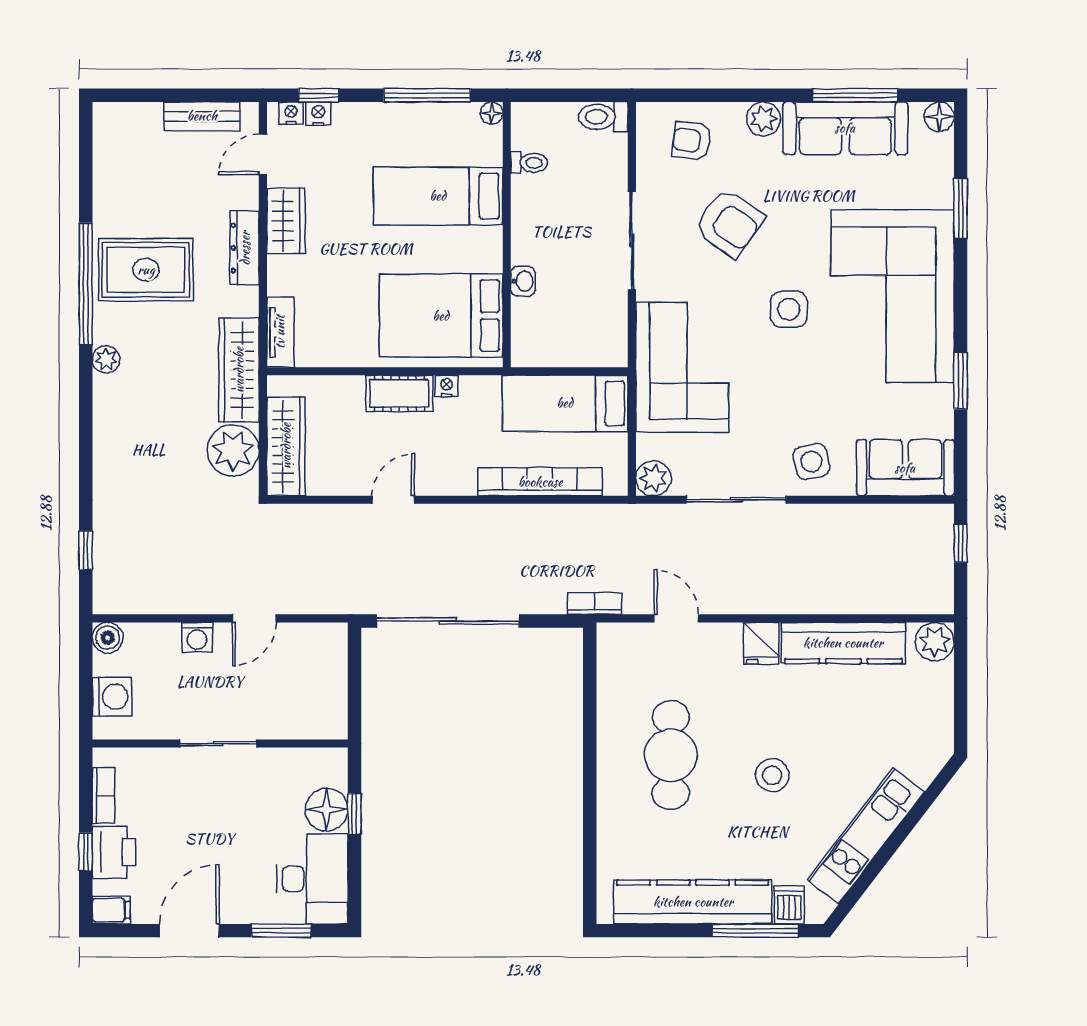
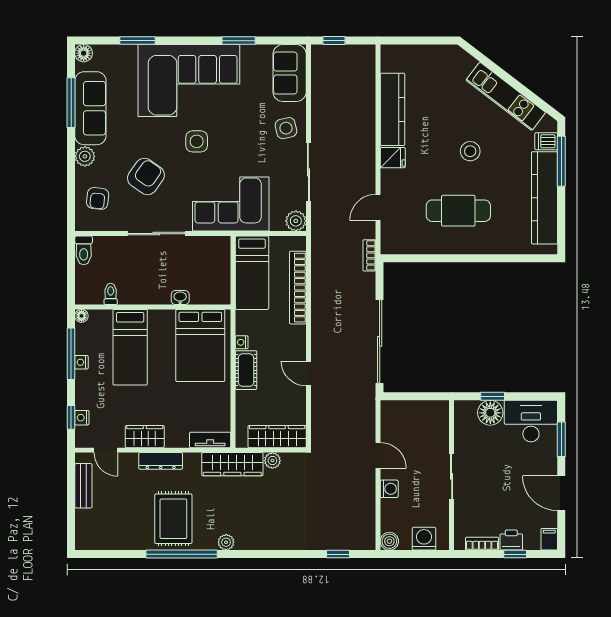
nightstand: (291, 113) -> (81, 362), moved
plant: (233, 450) -> (272, 461), width x0.53, depth x0.53
plant: (935, 642) -> (392, 56), removed
printer: (114, 852) -> (511, 540), width x0.73, depth x0.81

